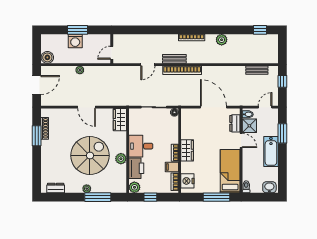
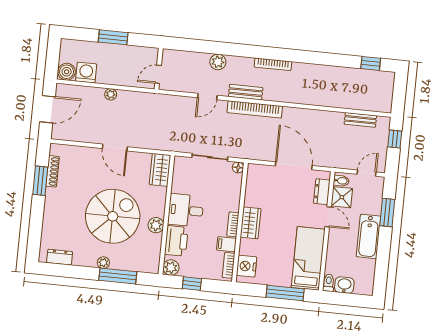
plant: (222, 40) -> (218, 62), moved
washing machine: (75, 41) -> (86, 73), moved, turned 180
washbasin: (269, 187) -> (344, 285), moved

